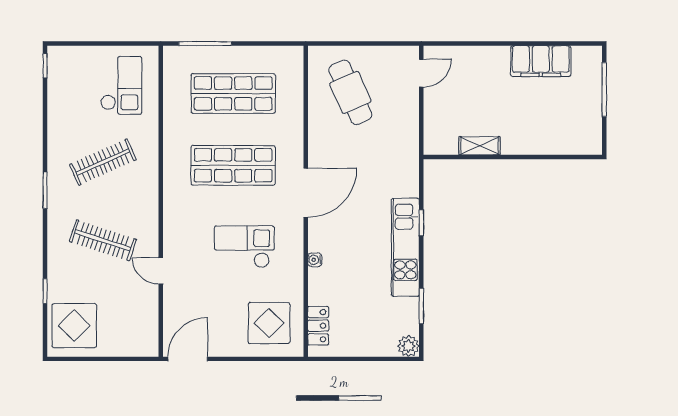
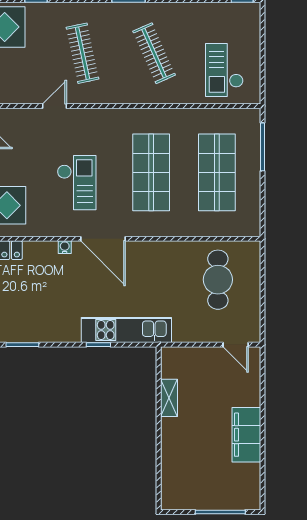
filing cabinet: (541, 61) -> (246, 435), moved
checkout: (121, 85) -> (224, 70), turned 90
cafe table: (350, 92) -> (218, 280), turned -66
door: (306, 193) -> (103, 239), moved
clothes rail: (103, 240) -> (82, 53), turned -30
kitchen unit: (405, 247) -> (126, 330), moved

